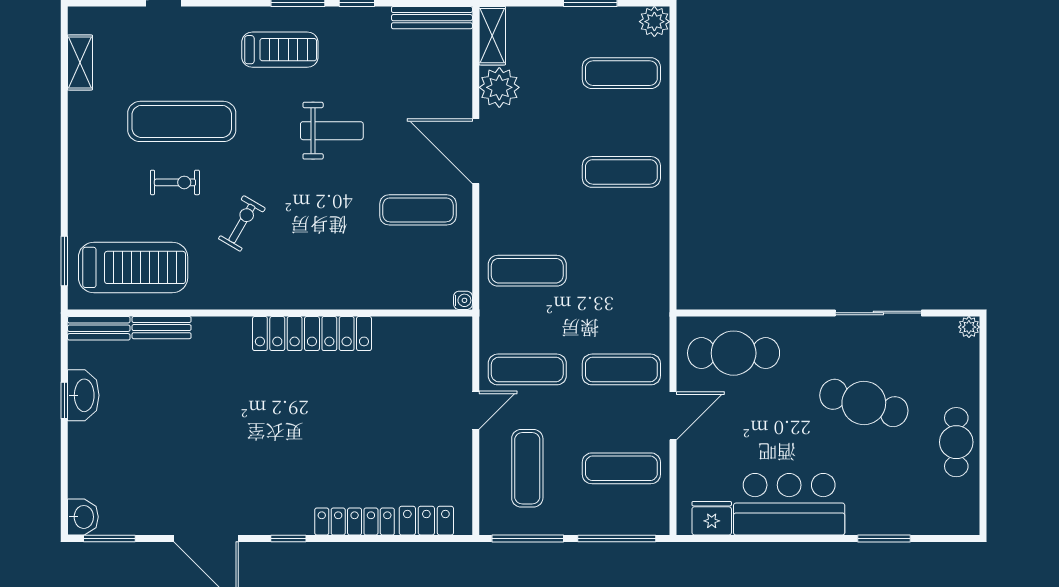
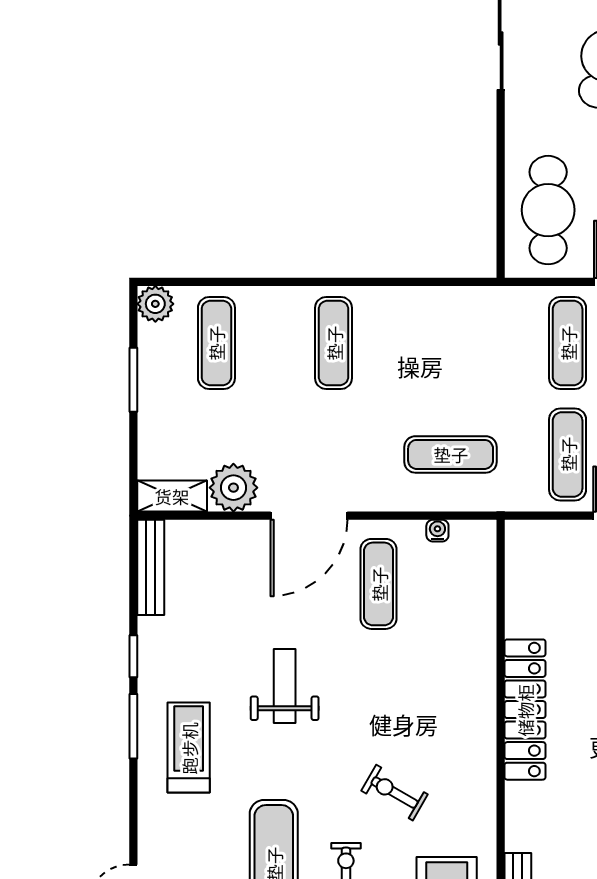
exercise mat: (527, 271) -> (451, 454), turned 90
water cooler: (463, 300) -> (437, 531), moved

